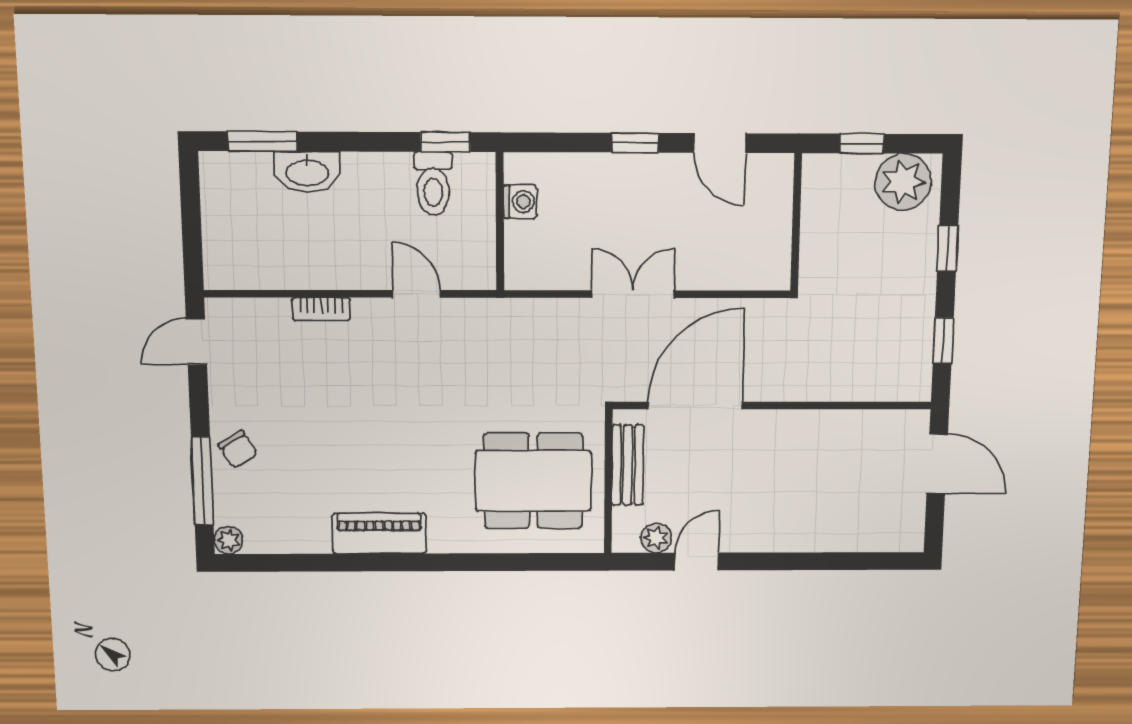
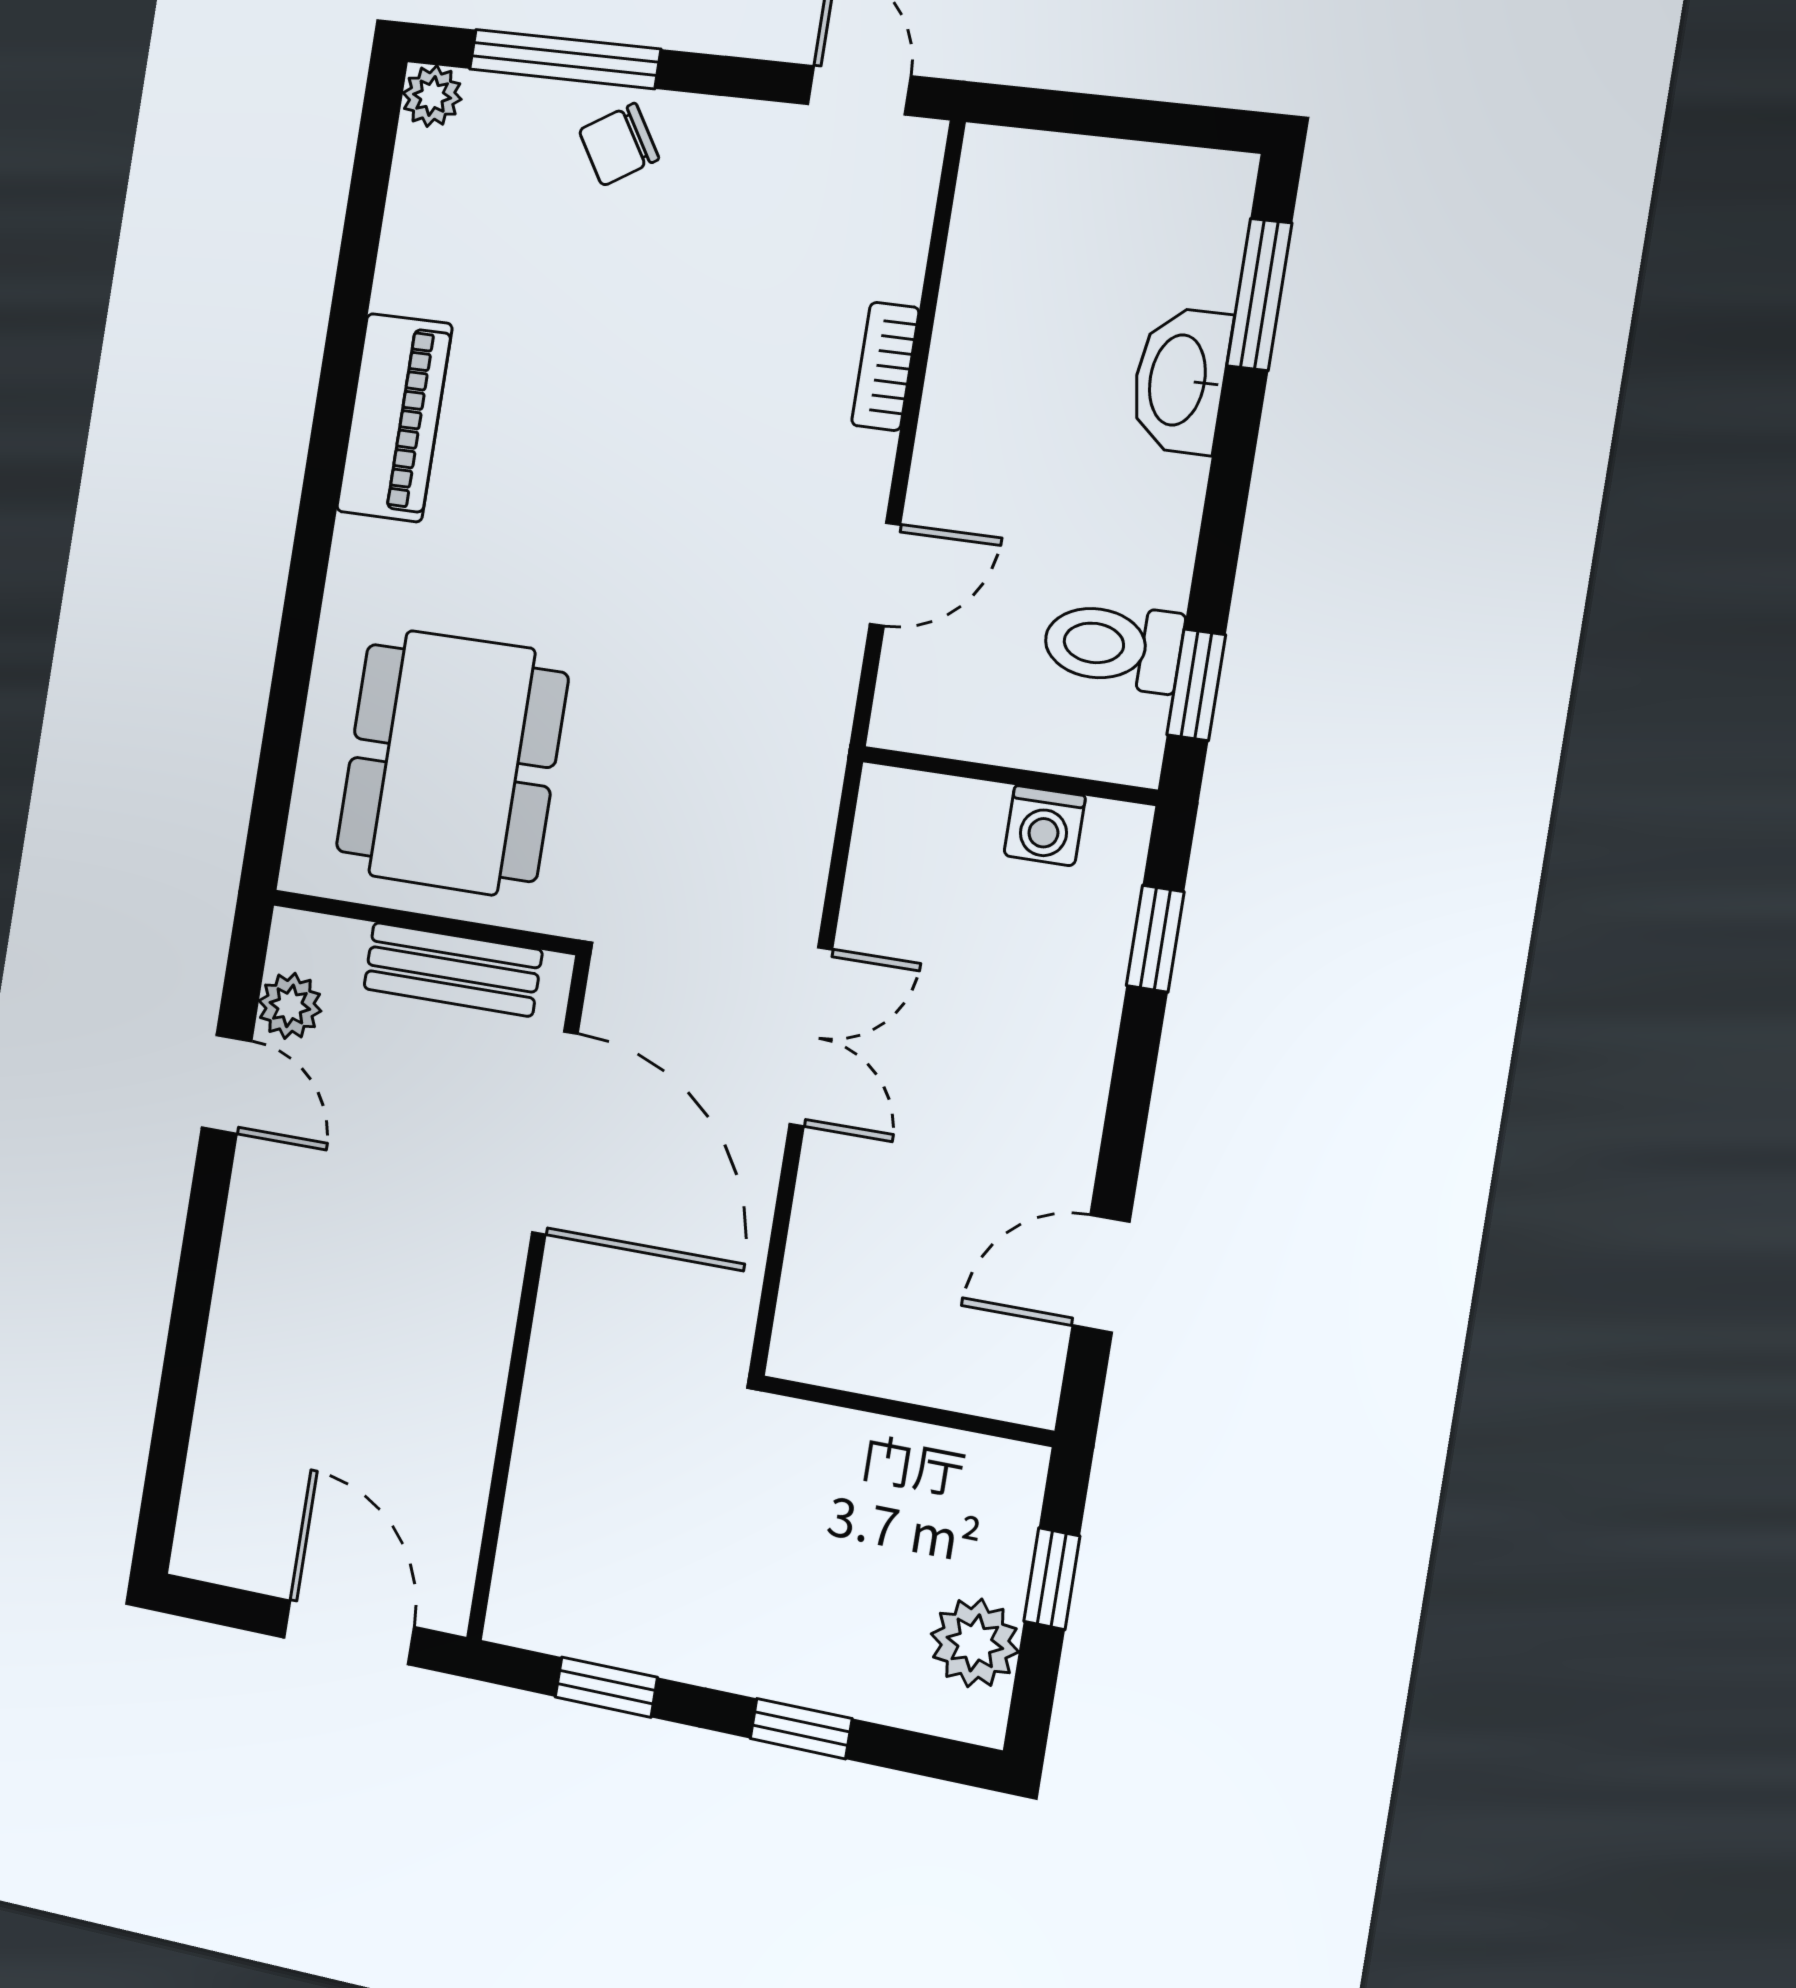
window: (635, 143) -> (1155, 939), moved
plant: (903, 182) -> (975, 1643), width x0.73, depth x0.73
door: (937, 464) -> (349, 1632), swing flipped

